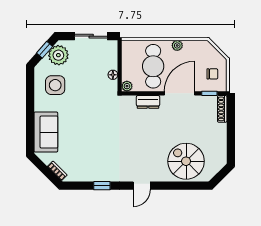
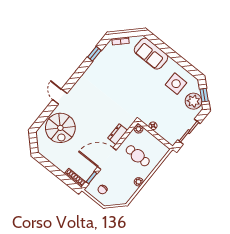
cafe table: (153, 66) -> (138, 156), width x0.73, depth x0.74
door: (180, 93) -> (107, 159), swing flipped
spiral stairs: (186, 161) -> (60, 128), turned 90
window: (102, 186) -> (94, 54), moved
door: (142, 186) -> (60, 97), moved

